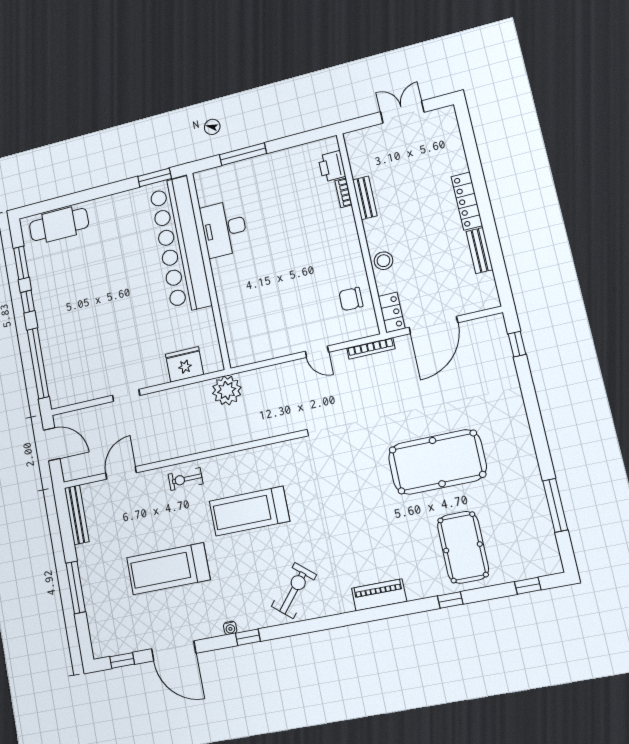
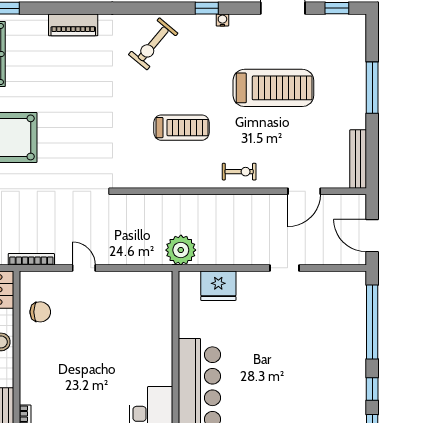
treadmill: (249, 511) -> (181, 128), width x0.73, depth x0.73

